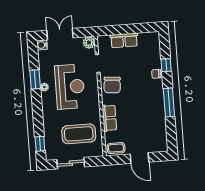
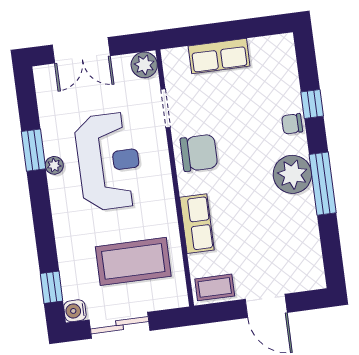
double door: (60, 34) -> (81, 50), swing flipped
water cooler: (42, 45) -> (75, 311), moved
chair: (112, 85) -> (199, 153), turned -95
plant: (155, 97) -> (292, 174), added

